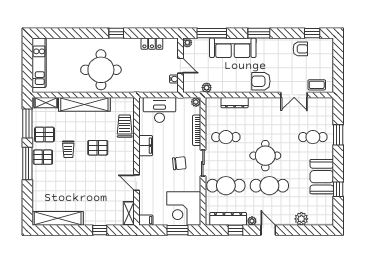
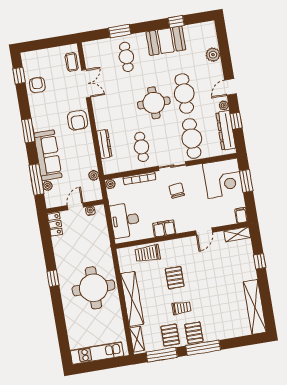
plant: (187, 43) -> (47, 186), moved
locker: (152, 44) -> (55, 224), moved

